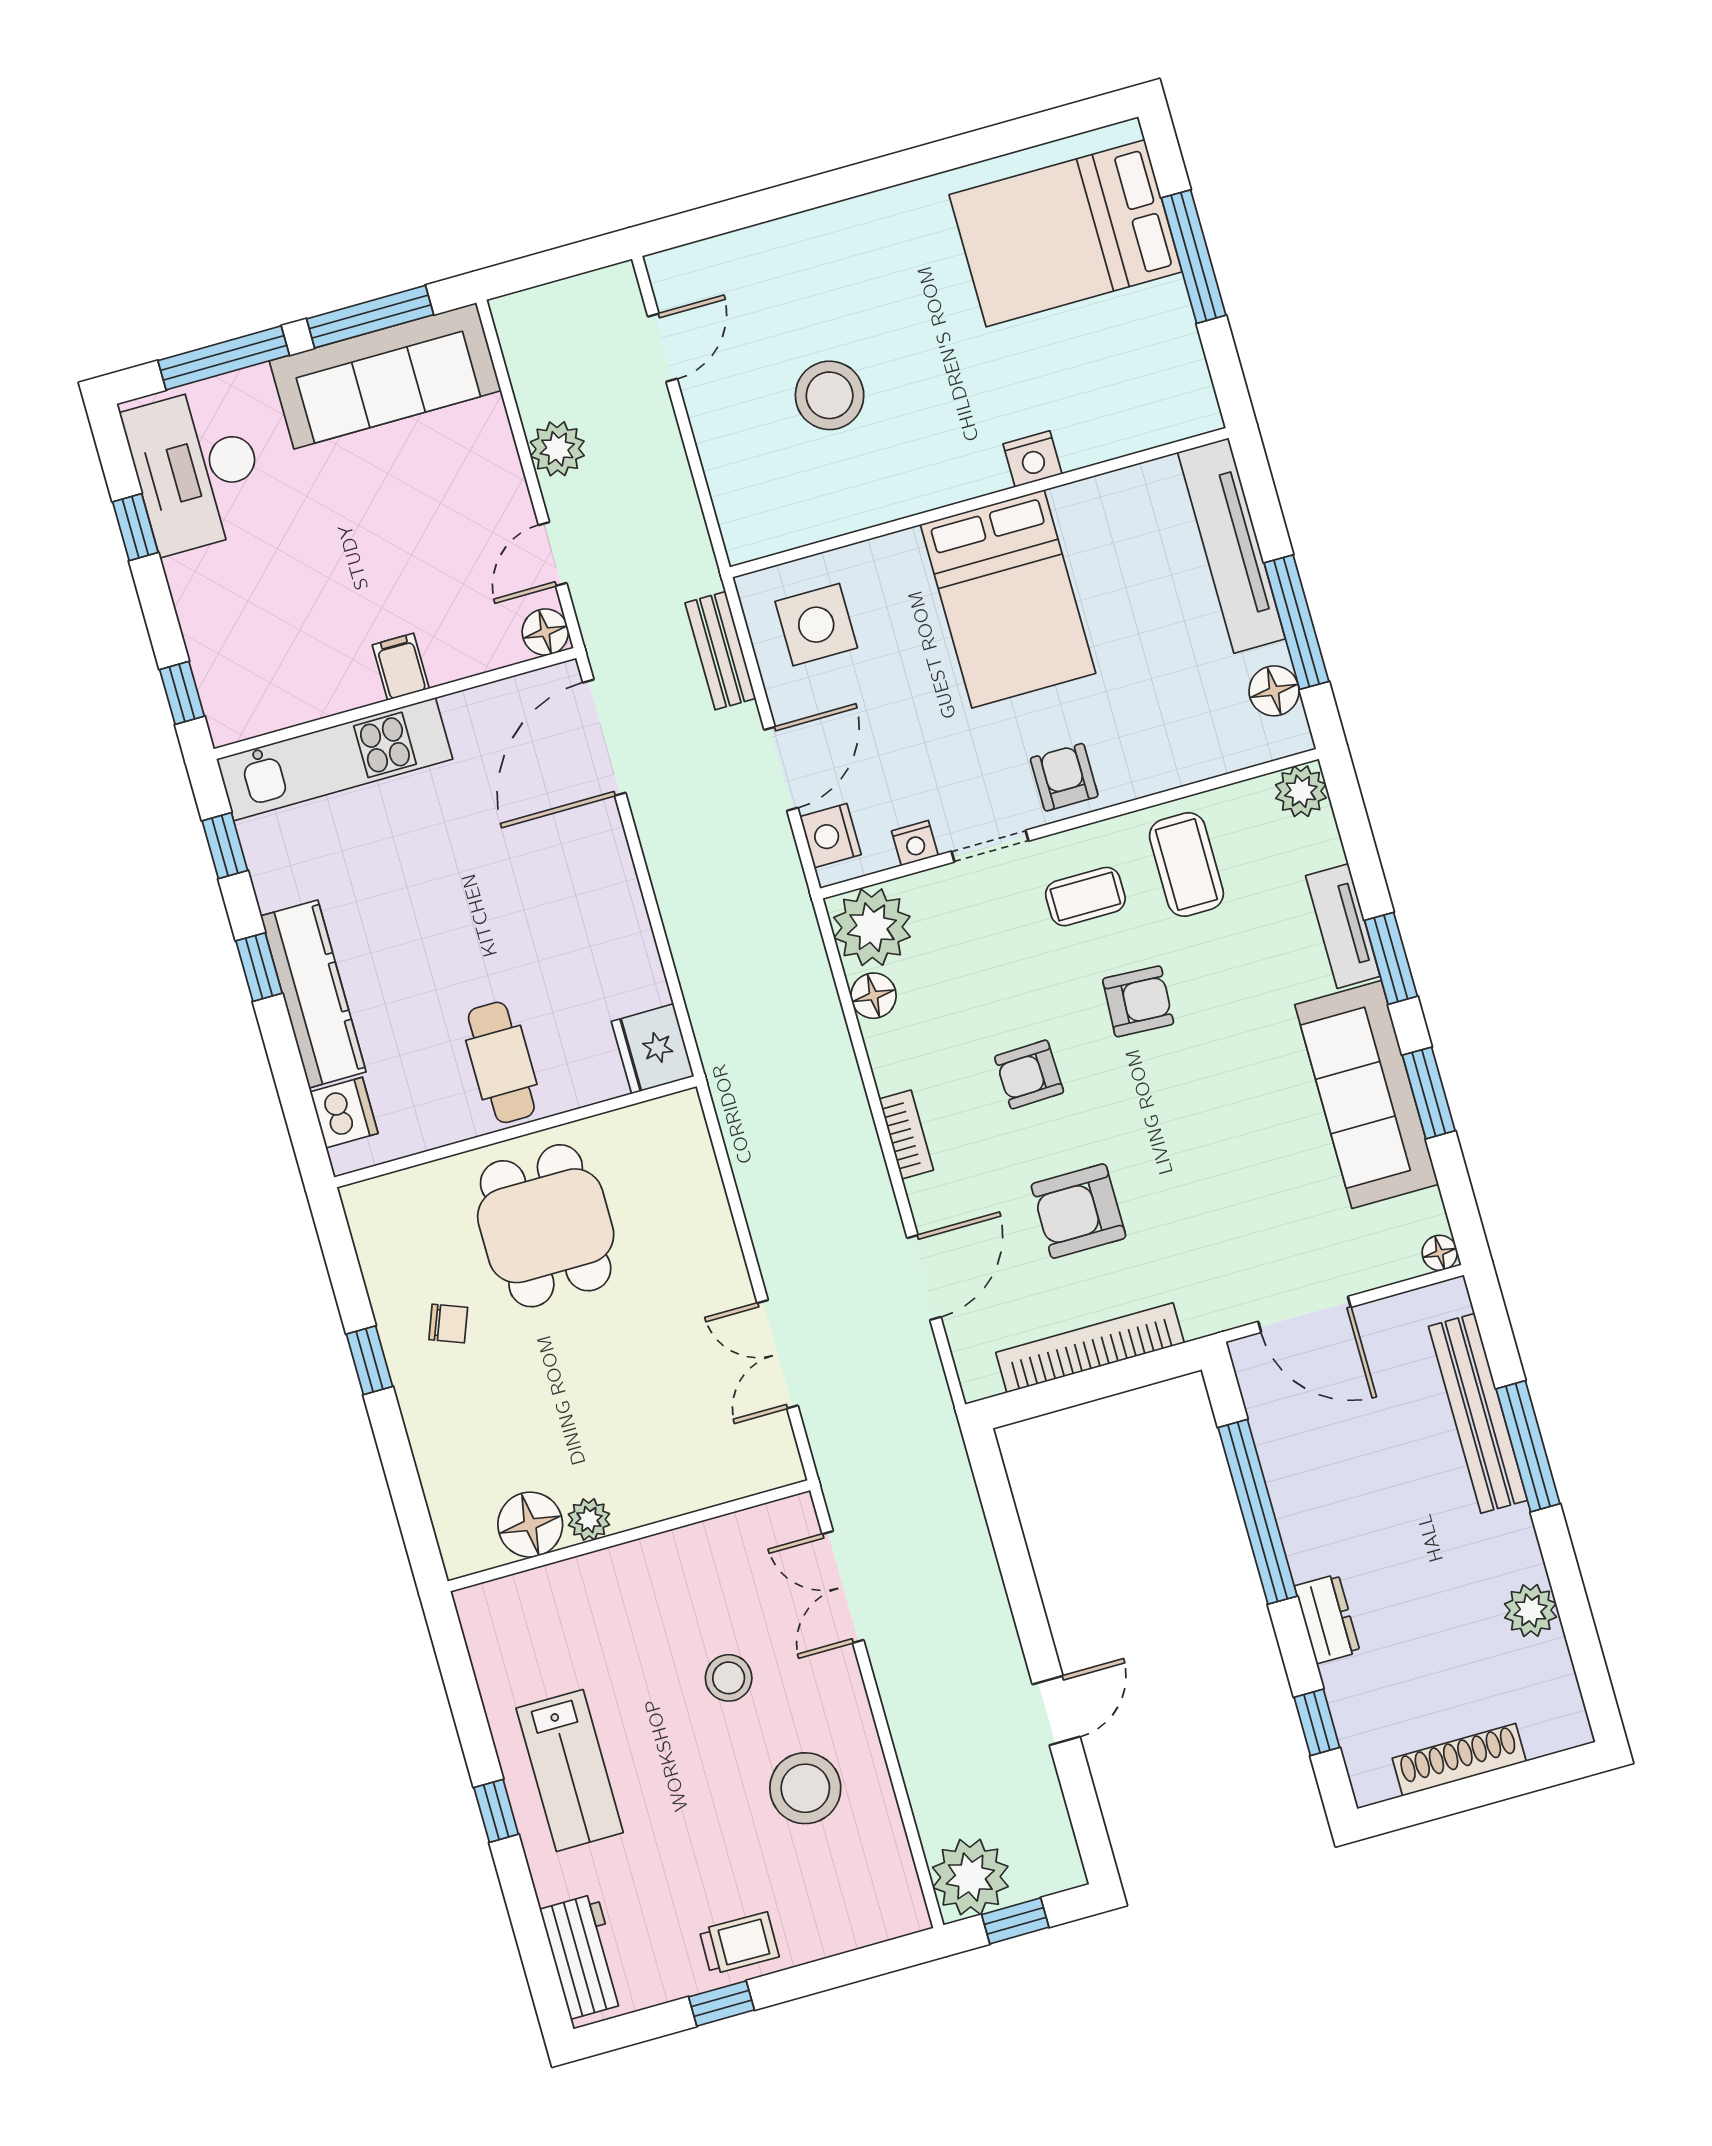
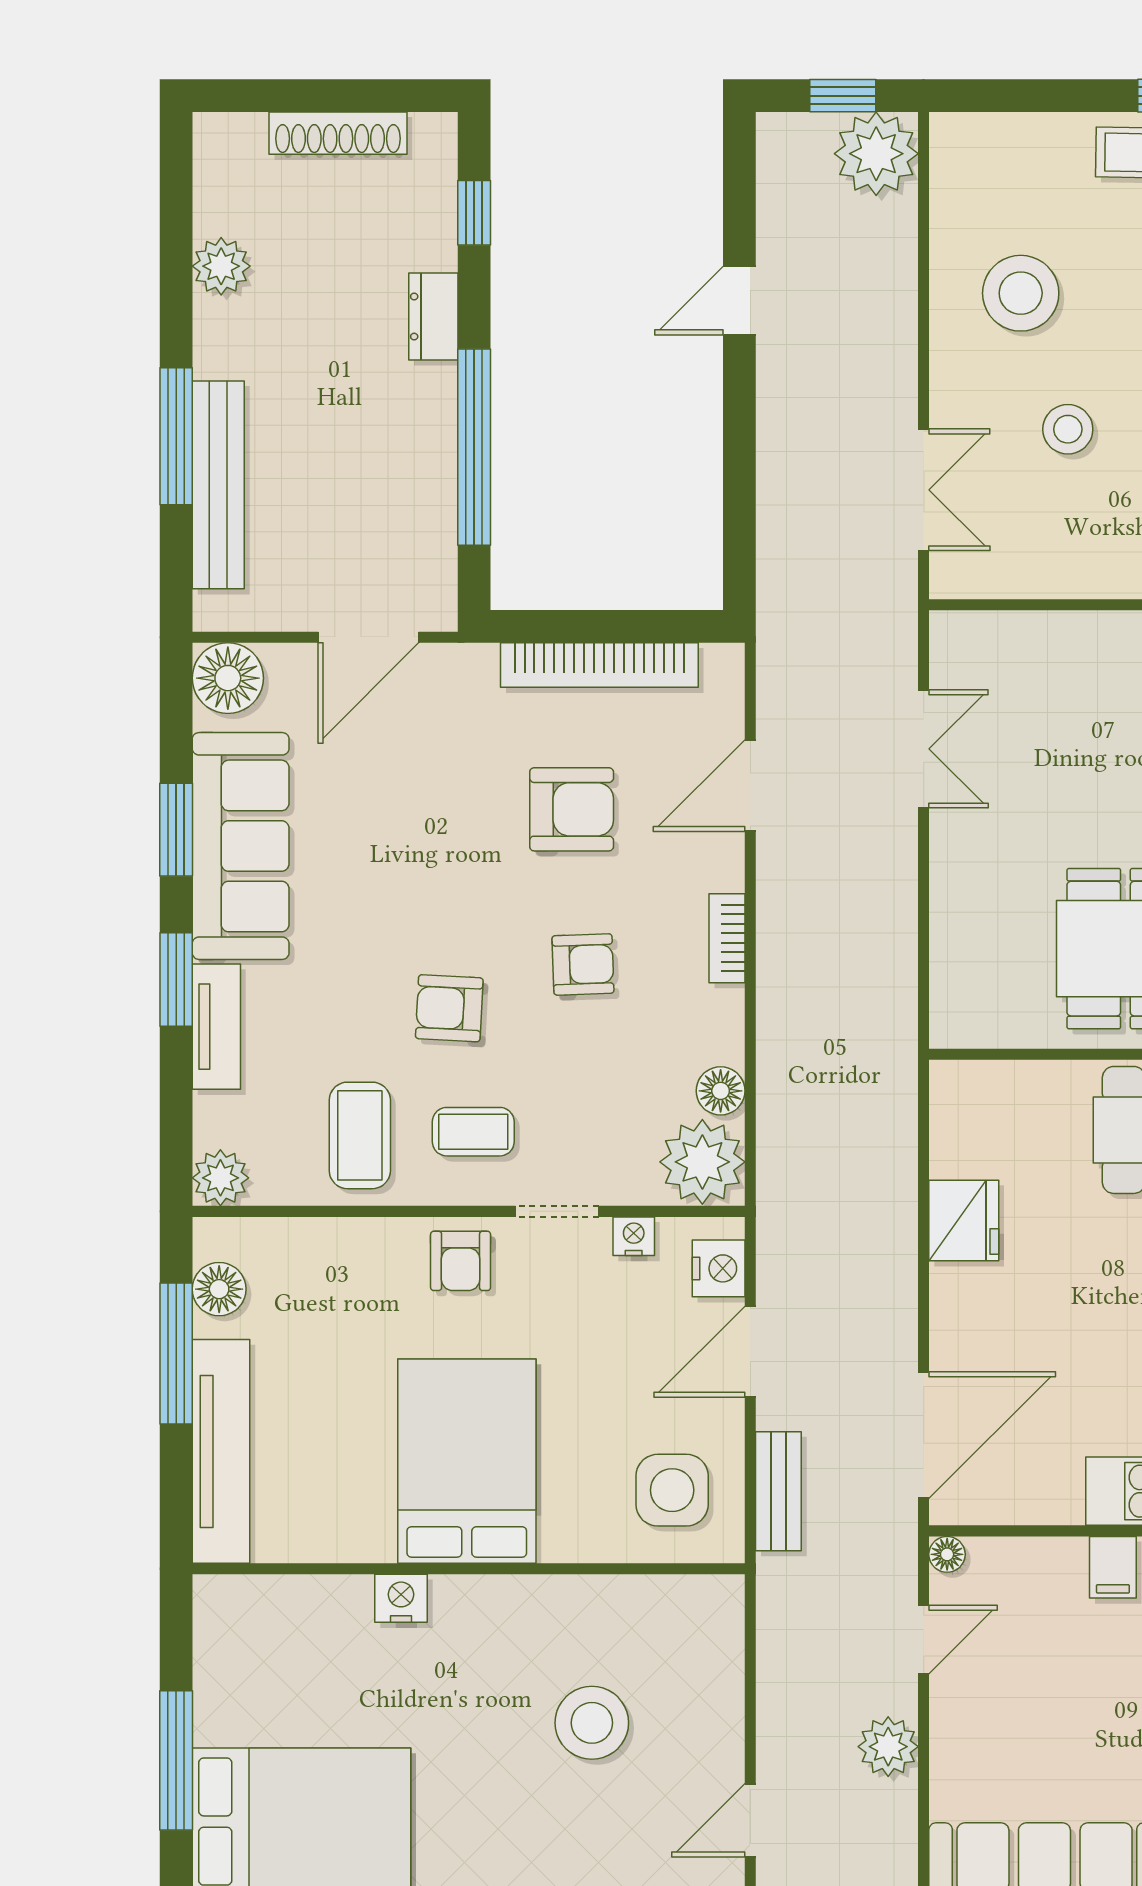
floor lamp: (545, 632) -> (947, 1554), width x0.73, depth x0.73
fridge: (653, 1049) -> (964, 1220), moved
floor lamp: (1440, 1253) -> (228, 678), width x1.89, depth x1.89
door: (1305, 1314) -> (368, 637), swing flipped

